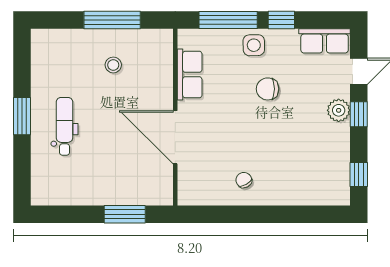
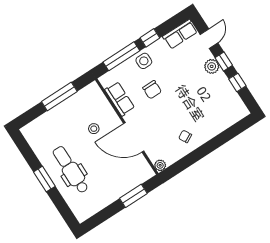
stool: (113, 65) -> (94, 129), moved
chair: (268, 89) -> (152, 90), moved, turned -90
dental chair: (65, 126) -> (71, 170), width x1.36, depth x1.38
window: (359, 174) -> (237, 82), moved
plant: (186, 197) -> (160, 165), added

